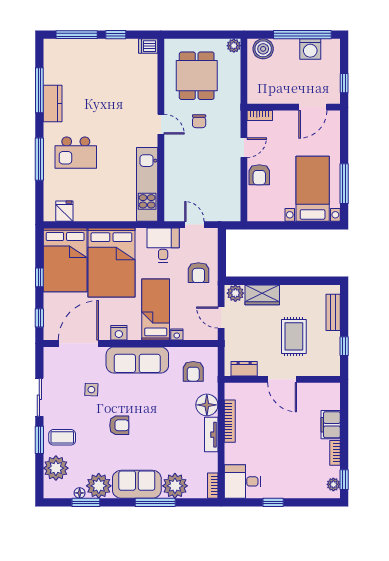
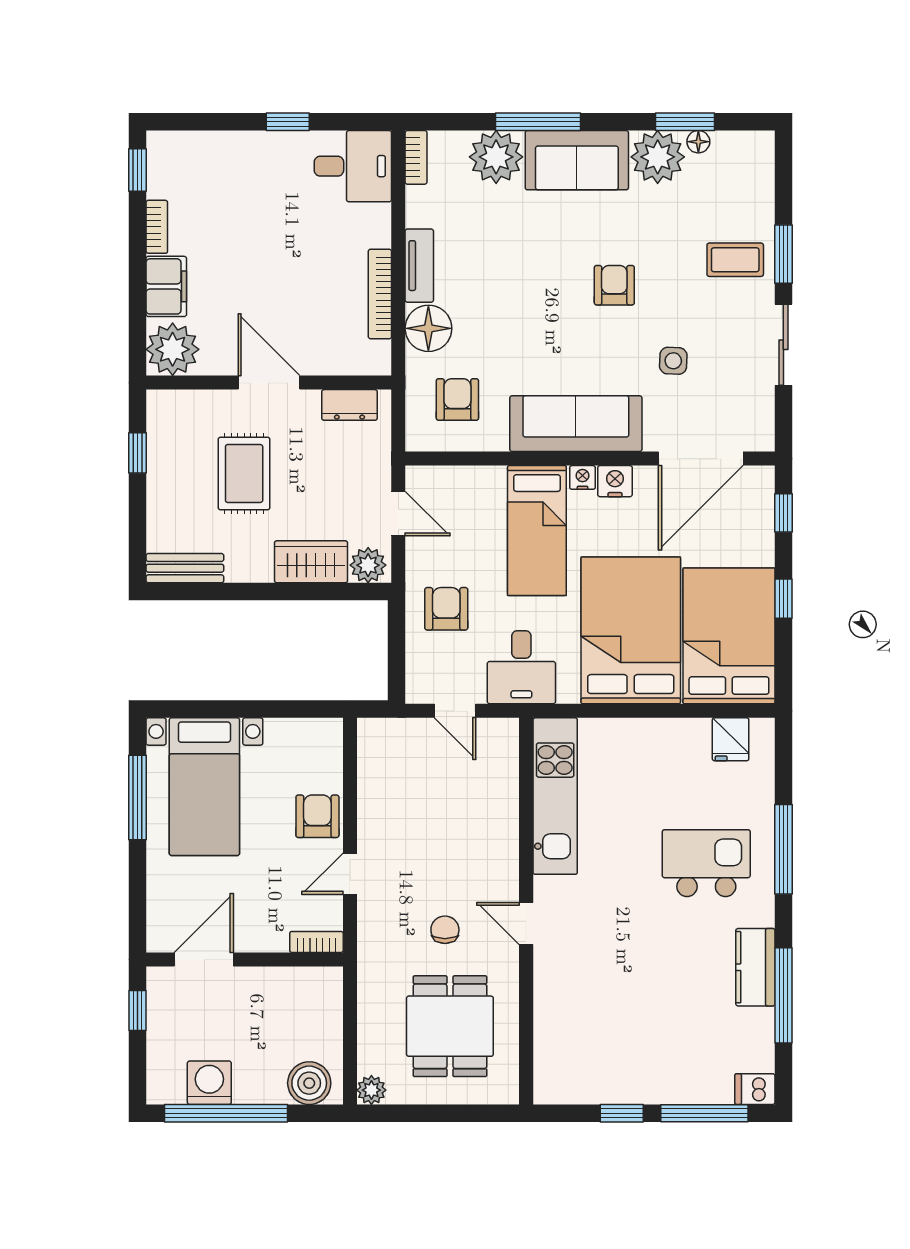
dishwasher: (148, 46) -> (755, 1089), moved, turned 180
bench: (333, 312) -> (185, 568), moved, turned 90
nightstand: (177, 335) -> (582, 477), moved
armchair: (119, 425) -> (614, 285), turned 90
plant: (56, 468) -> (749, 194), removed
plant: (333, 484) -> (173, 349), moved, width x1.87, depth x1.87

